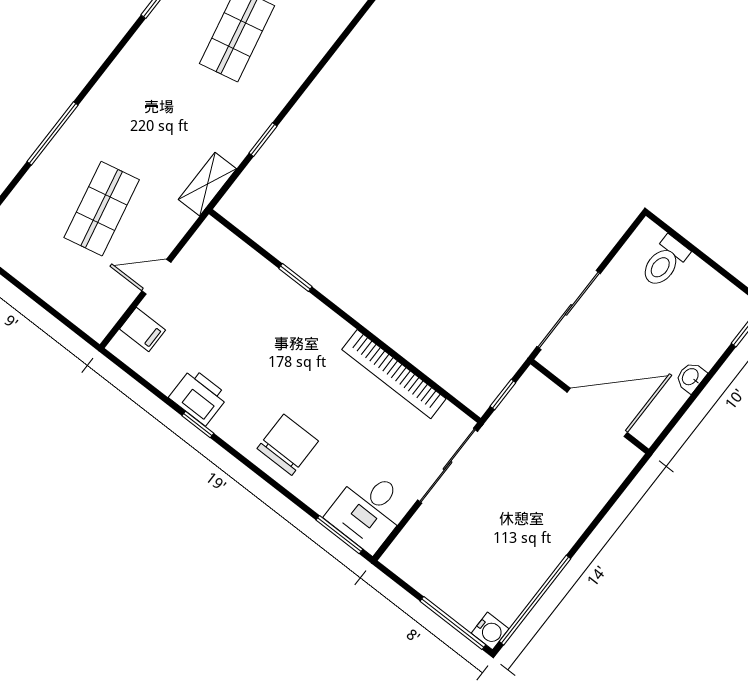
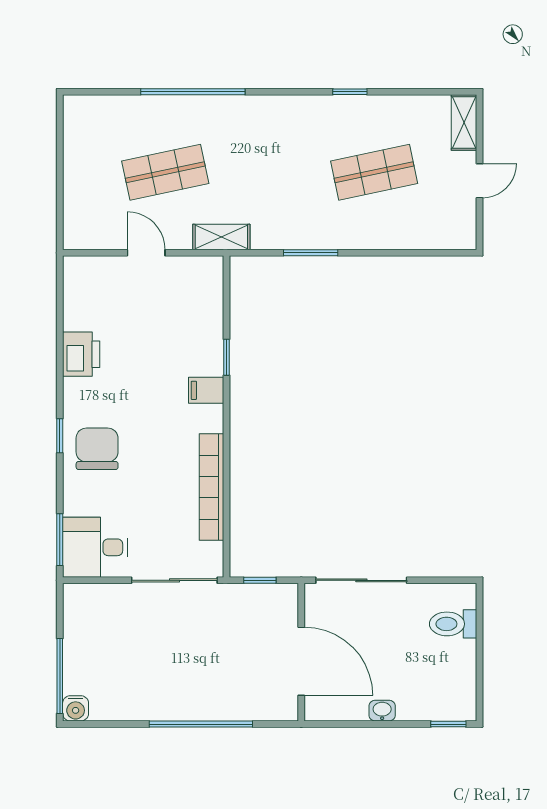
window: (53, 133) -> (193, 92), width x1.46
window: (263, 140) -> (311, 253), width x1.50
shelving: (207, 184) -> (221, 237), moved
filing cabinet: (143, 329) -> (206, 390), moved, turned 90
window: (198, 424) -> (60, 436), moved
chair: (288, 445) -> (97, 449), turned -90
window: (535, 600) -> (201, 724), moved

